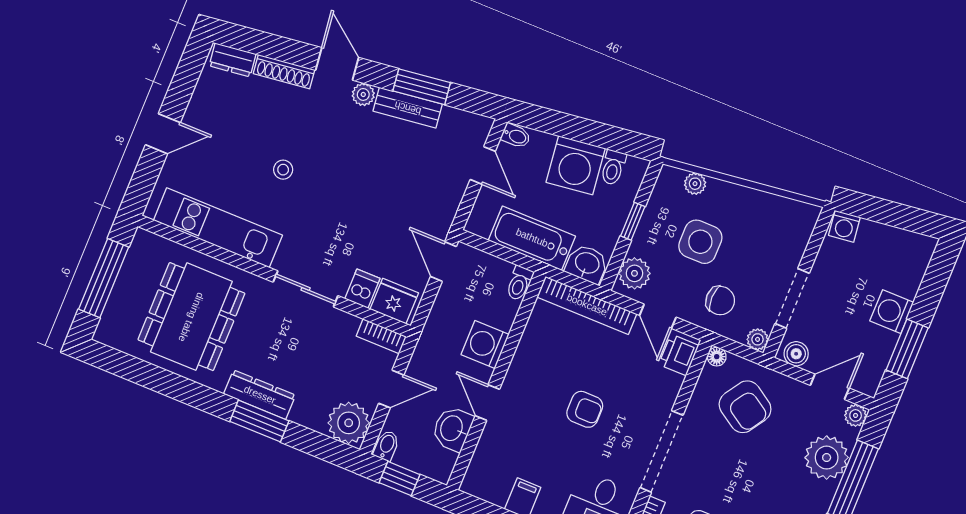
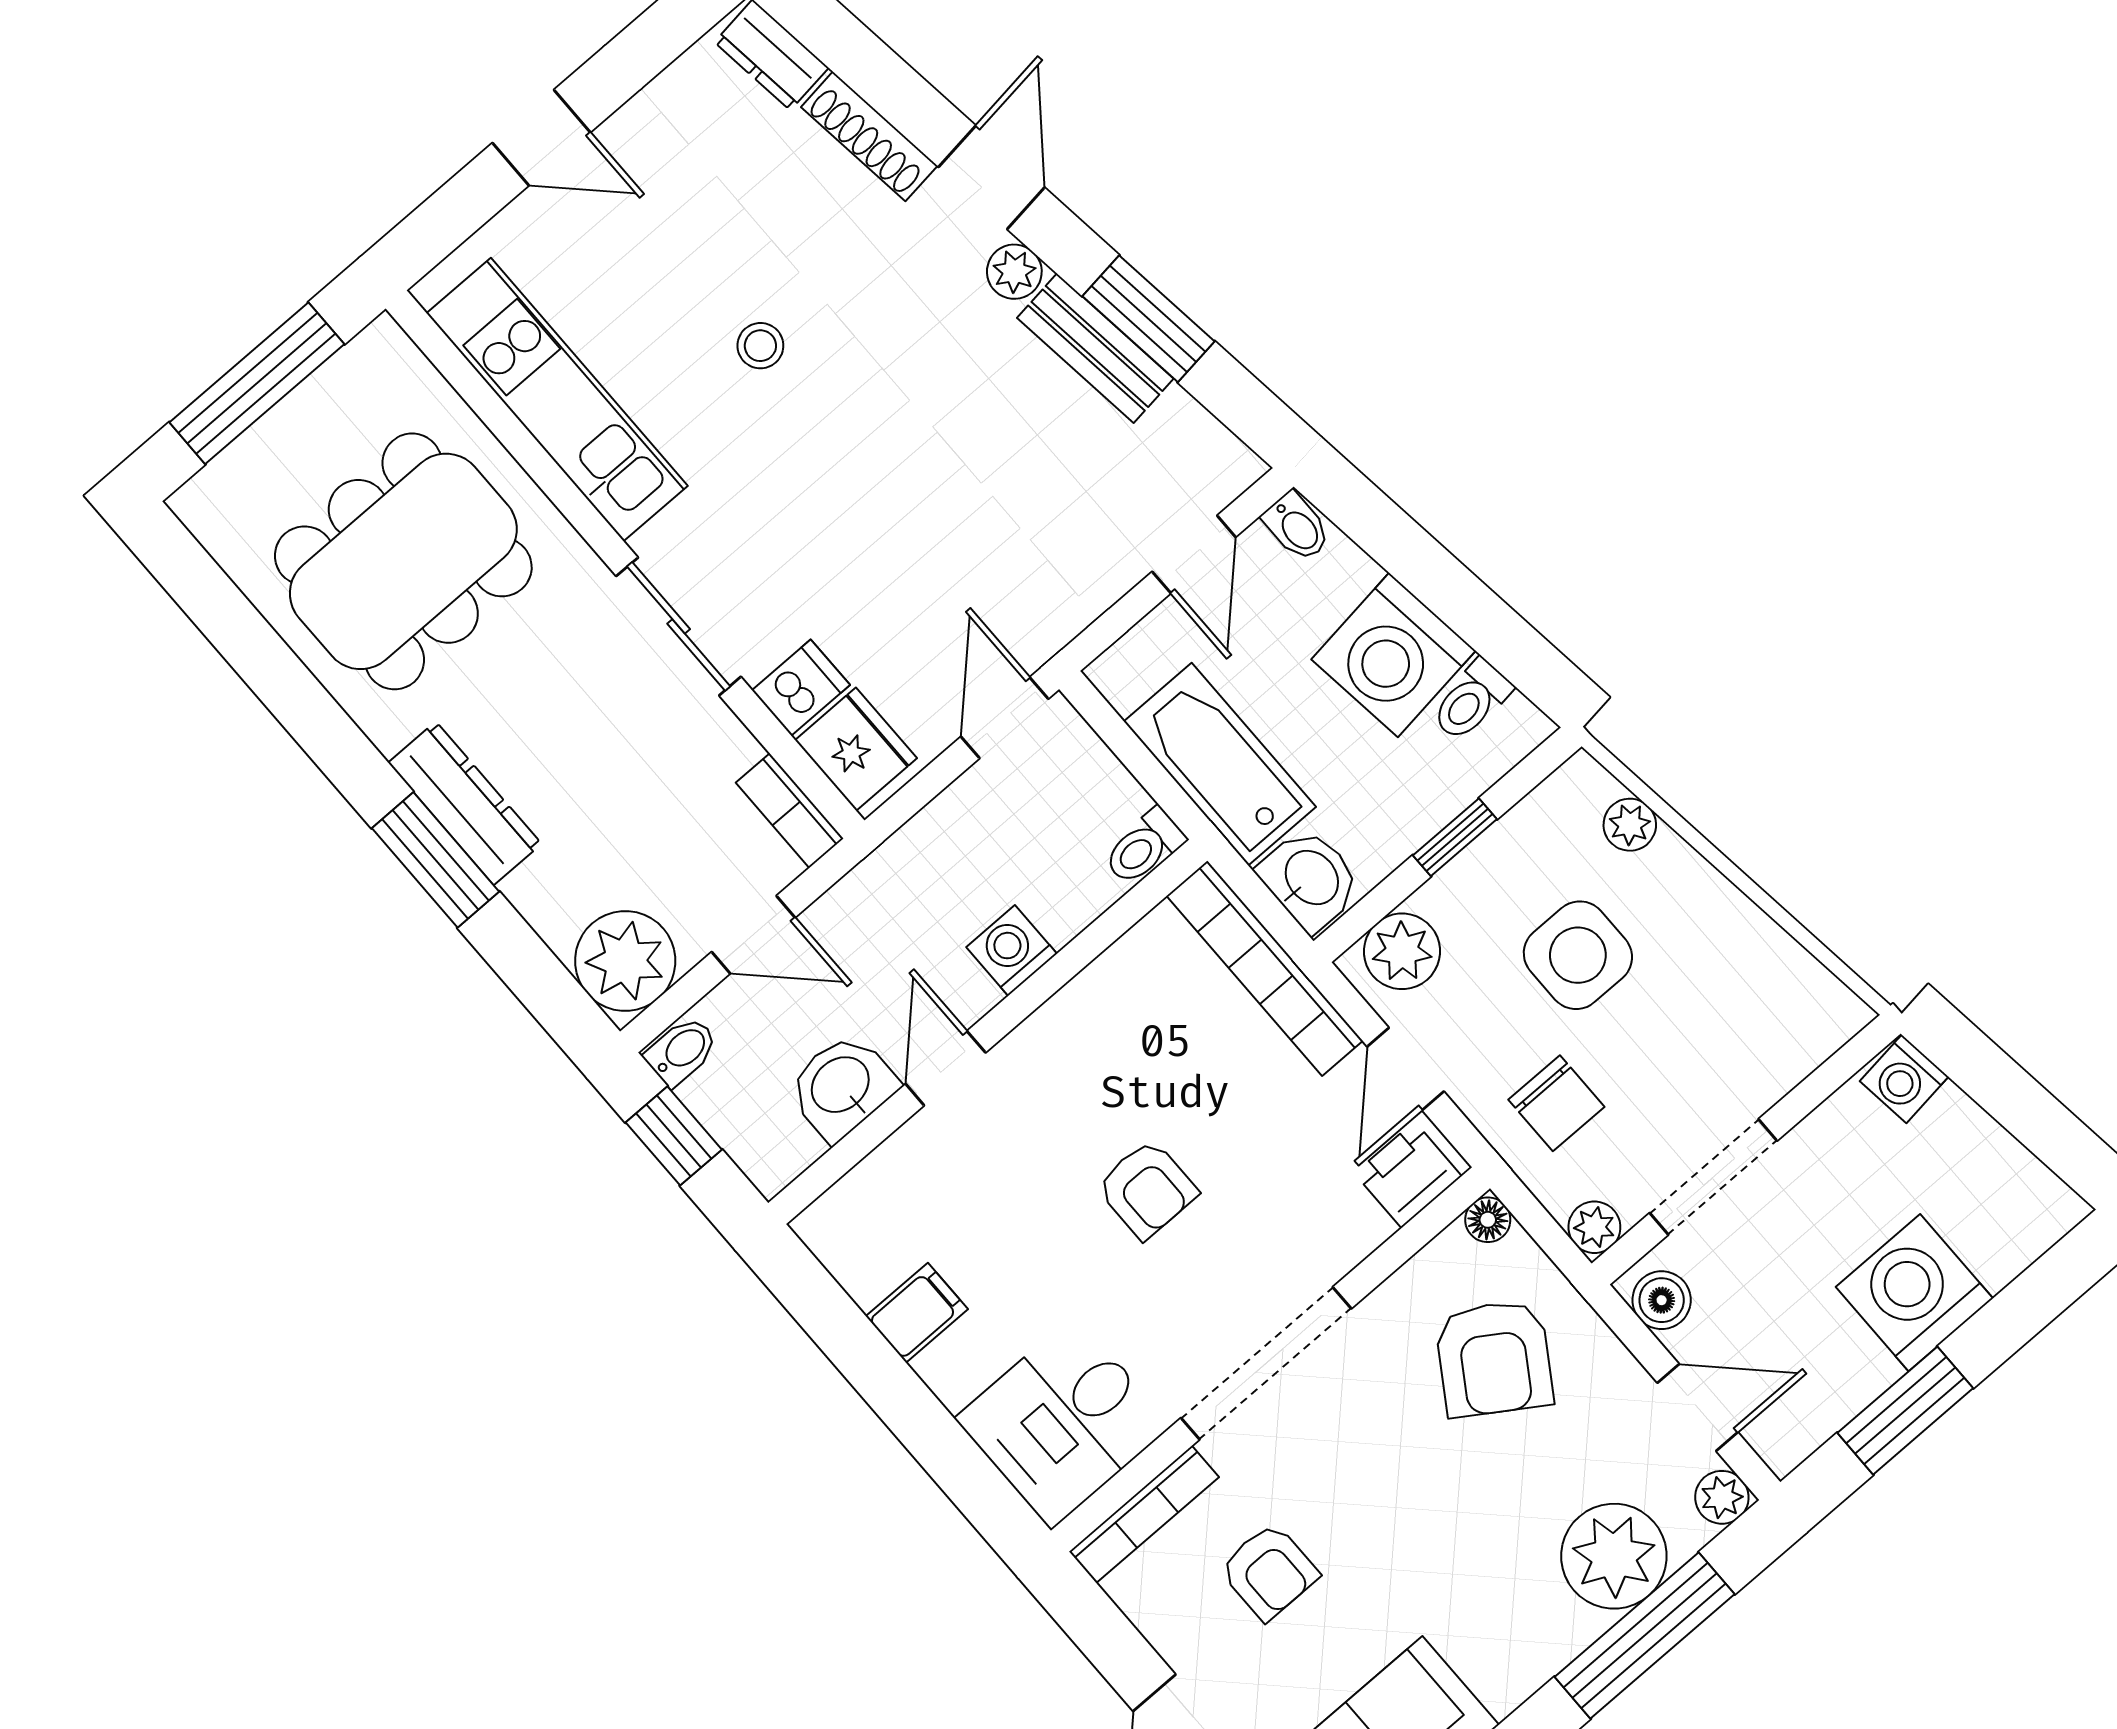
washing machine: (892, 312) -> (1914, 1293), width x1.37, depth x1.37
washing machine: (485, 344) -> (1012, 950), width x0.73, depth x0.73

